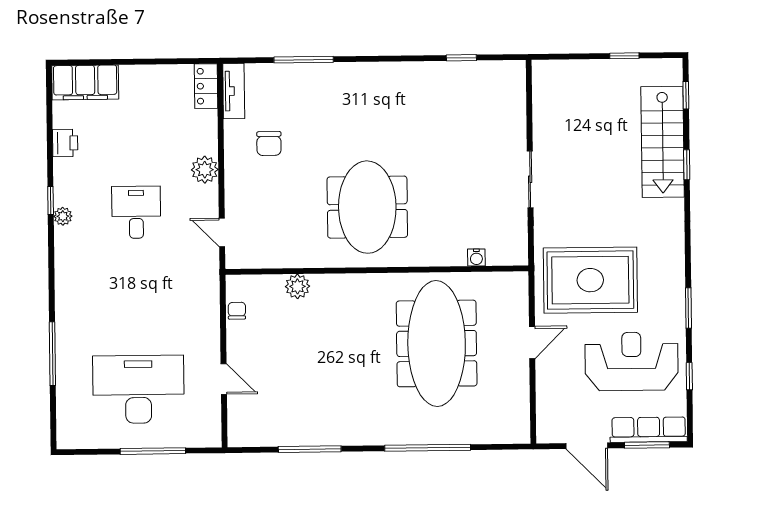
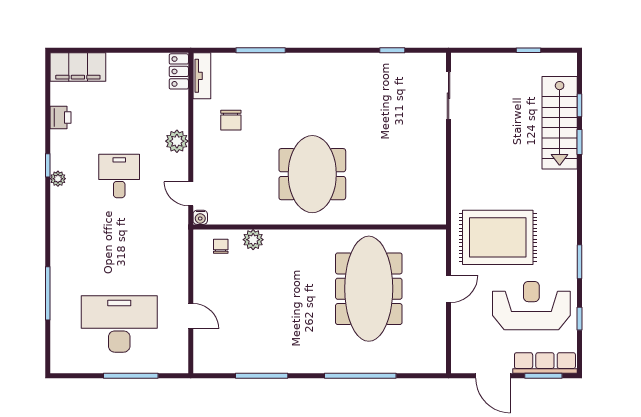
window: (686, 95) -> (579, 105), moved
sliding door: (530, 179) -> (449, 96), moved
water cooler: (476, 257) -> (200, 217), moved
chair: (237, 311) -> (221, 246), moved

